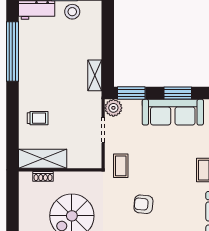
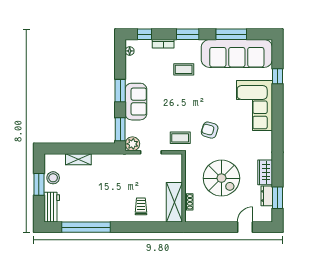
shelving: (95, 75) -> (78, 159), moved
sofa: (173, 112) -> (136, 102), width x0.73
armchair: (143, 204) -> (210, 130), moved, turned 101

